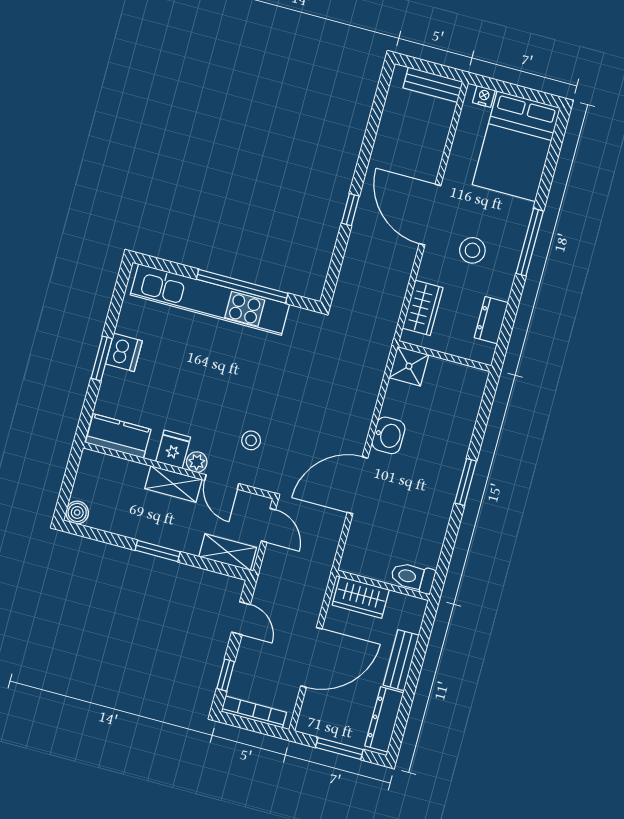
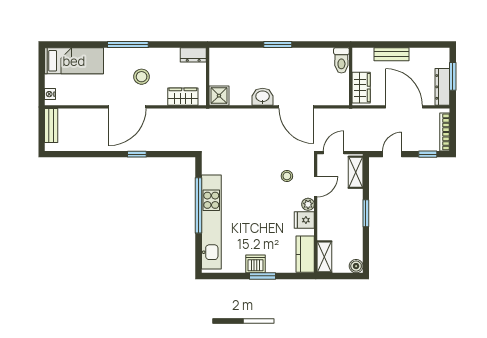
bed: (516, 146) -> (74, 61), width x0.67
dresser: (491, 320) -> (193, 55), moved
shelving: (173, 484) -> (324, 257), moved
dresser: (384, 719) -> (442, 87), moved, turned 90

